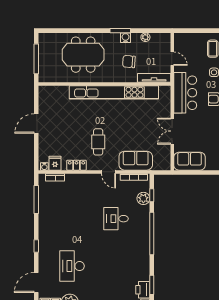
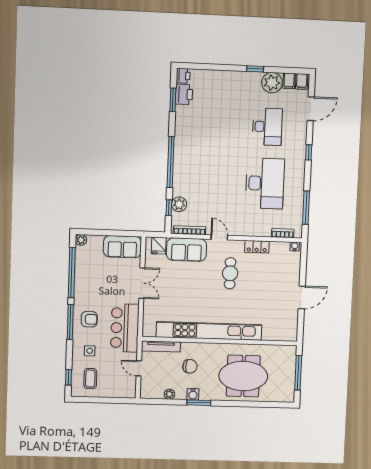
fridge: (55, 163) -> (159, 246), moved
desk: (116, 219) -> (265, 183), moved, width x1.87, depth x1.30

